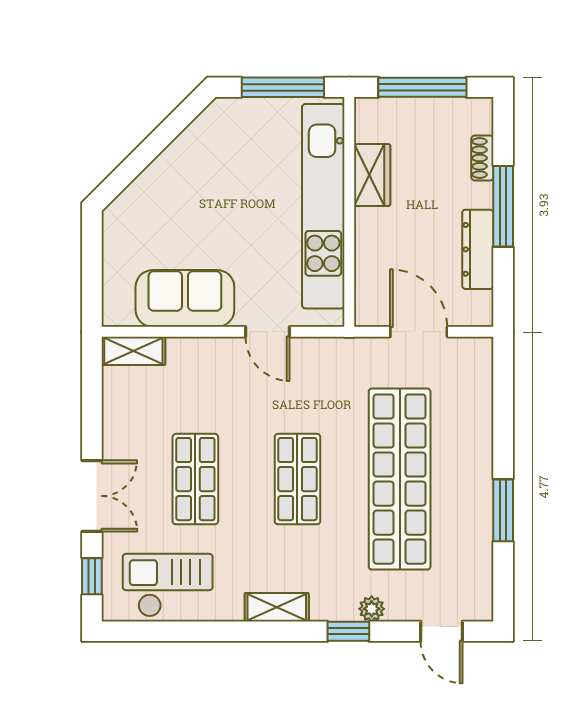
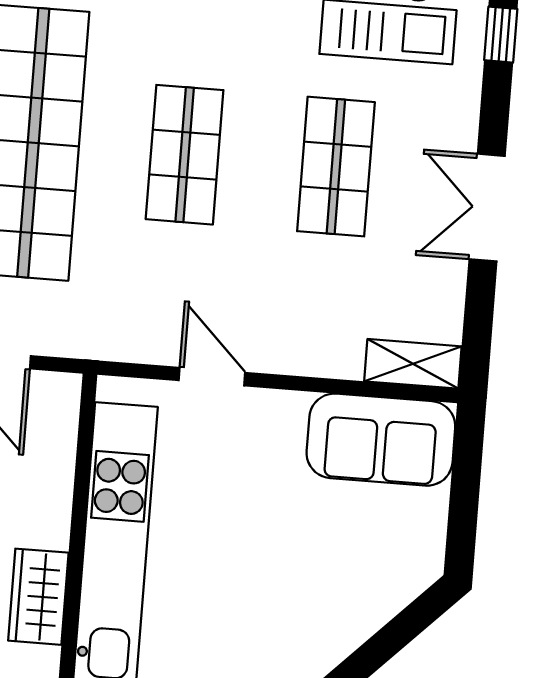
sofa: (185, 298) -> (381, 440), moved
double door: (92, 496) -> (487, 208), moved

